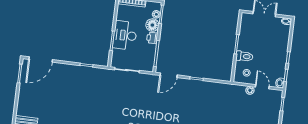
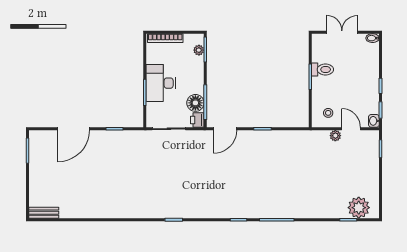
floor lamp: (152, 25) -> (195, 103), moved
printer: (152, 38) -> (197, 120), moved
toilet: (244, 56) -> (323, 69), moved
door: (41, 59) -> (73, 129), moved

